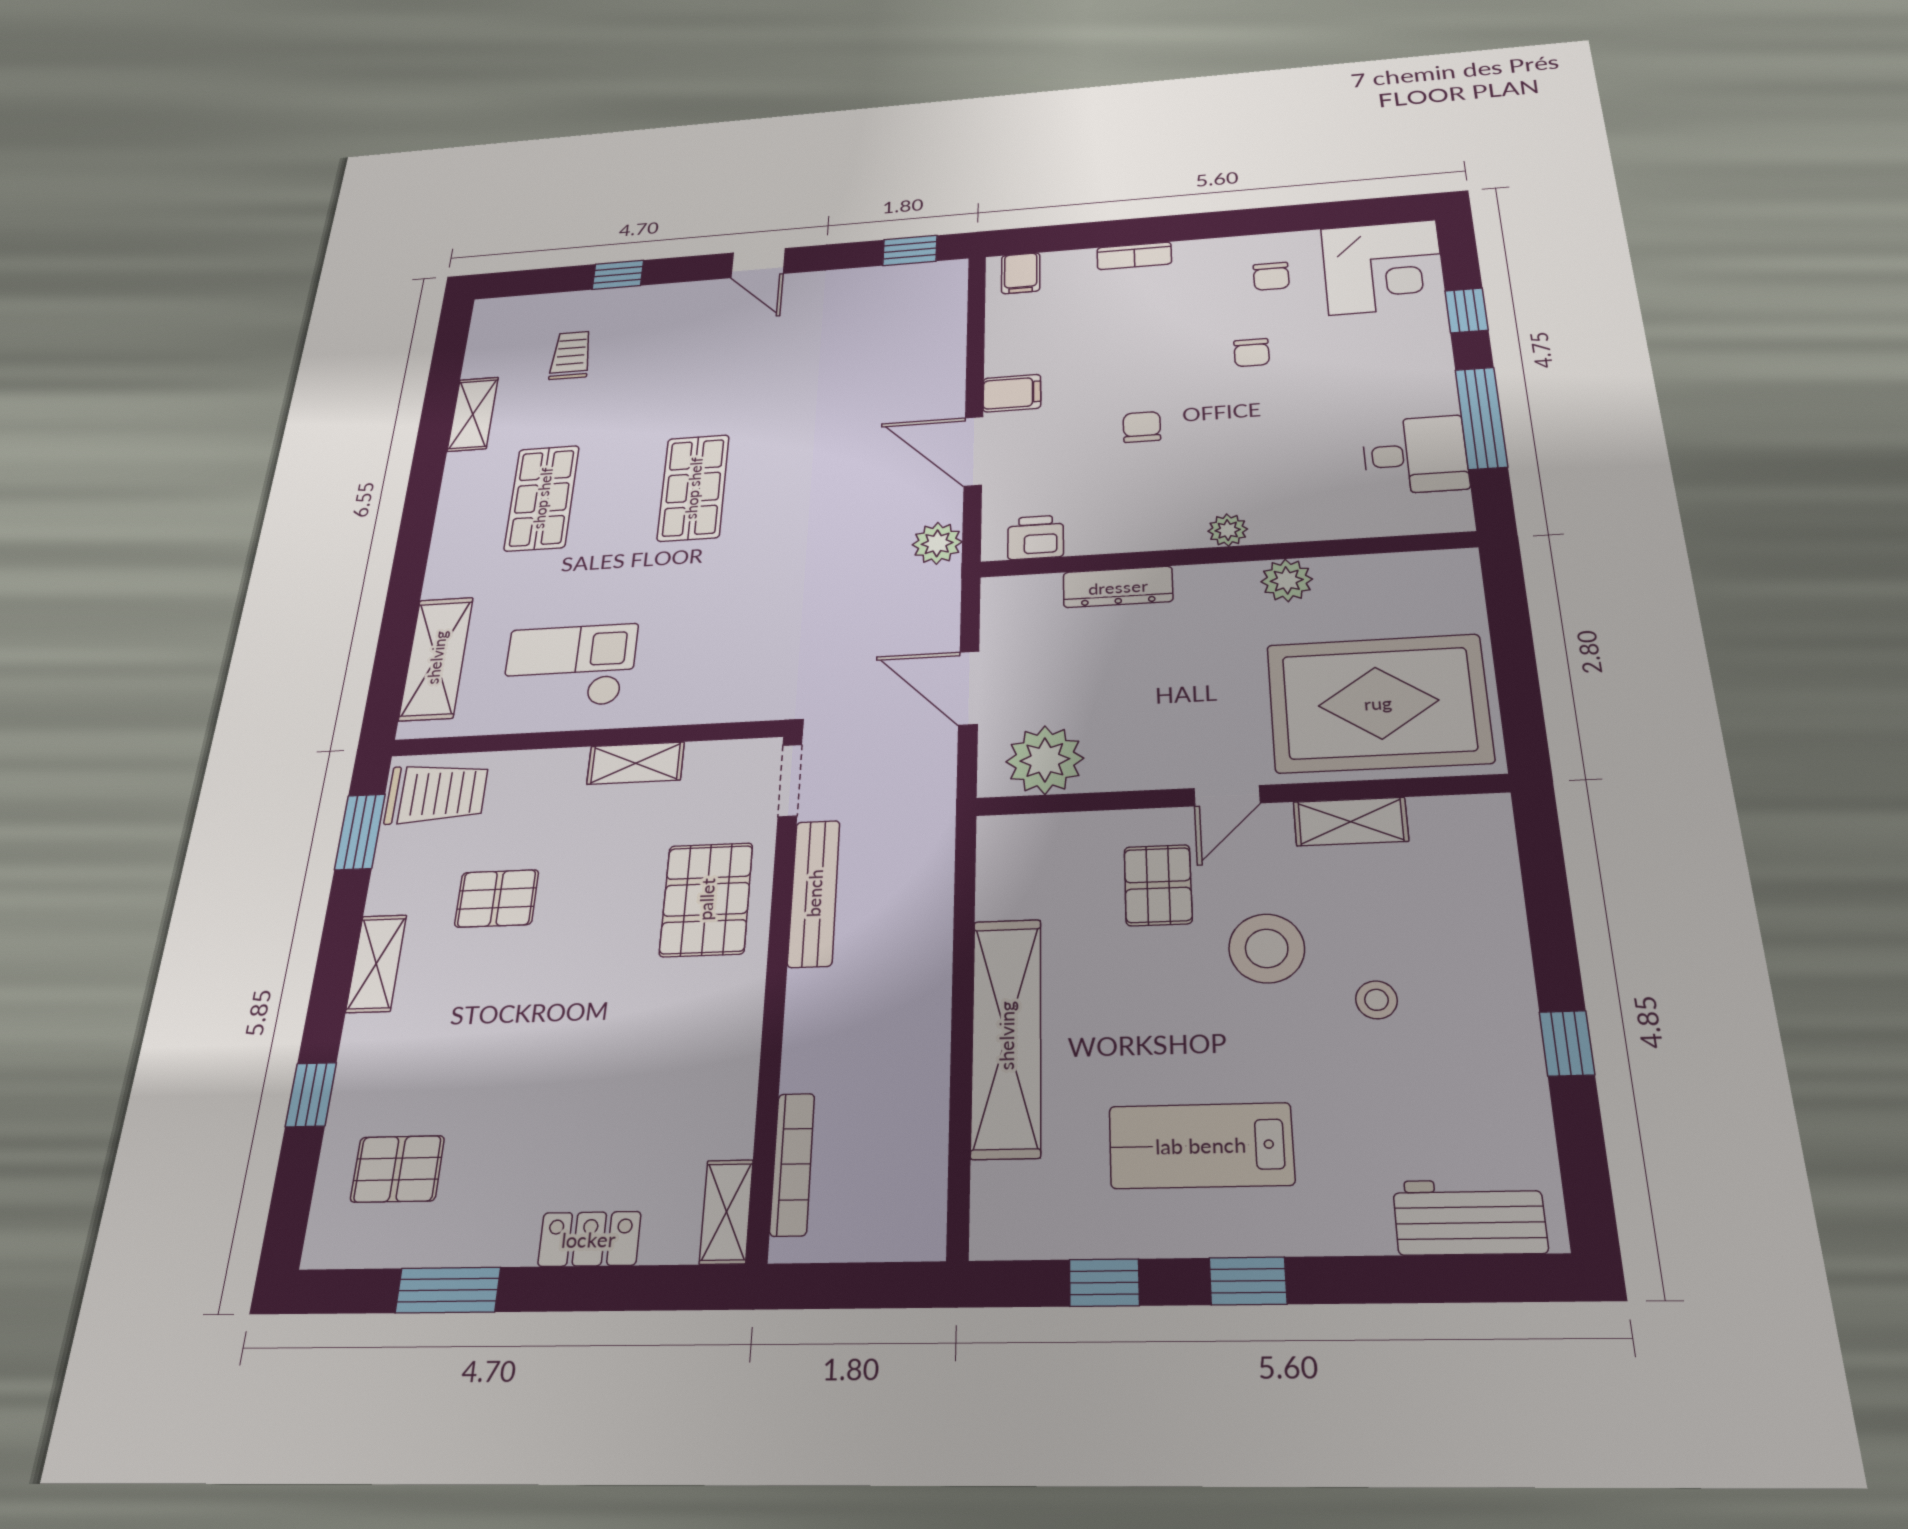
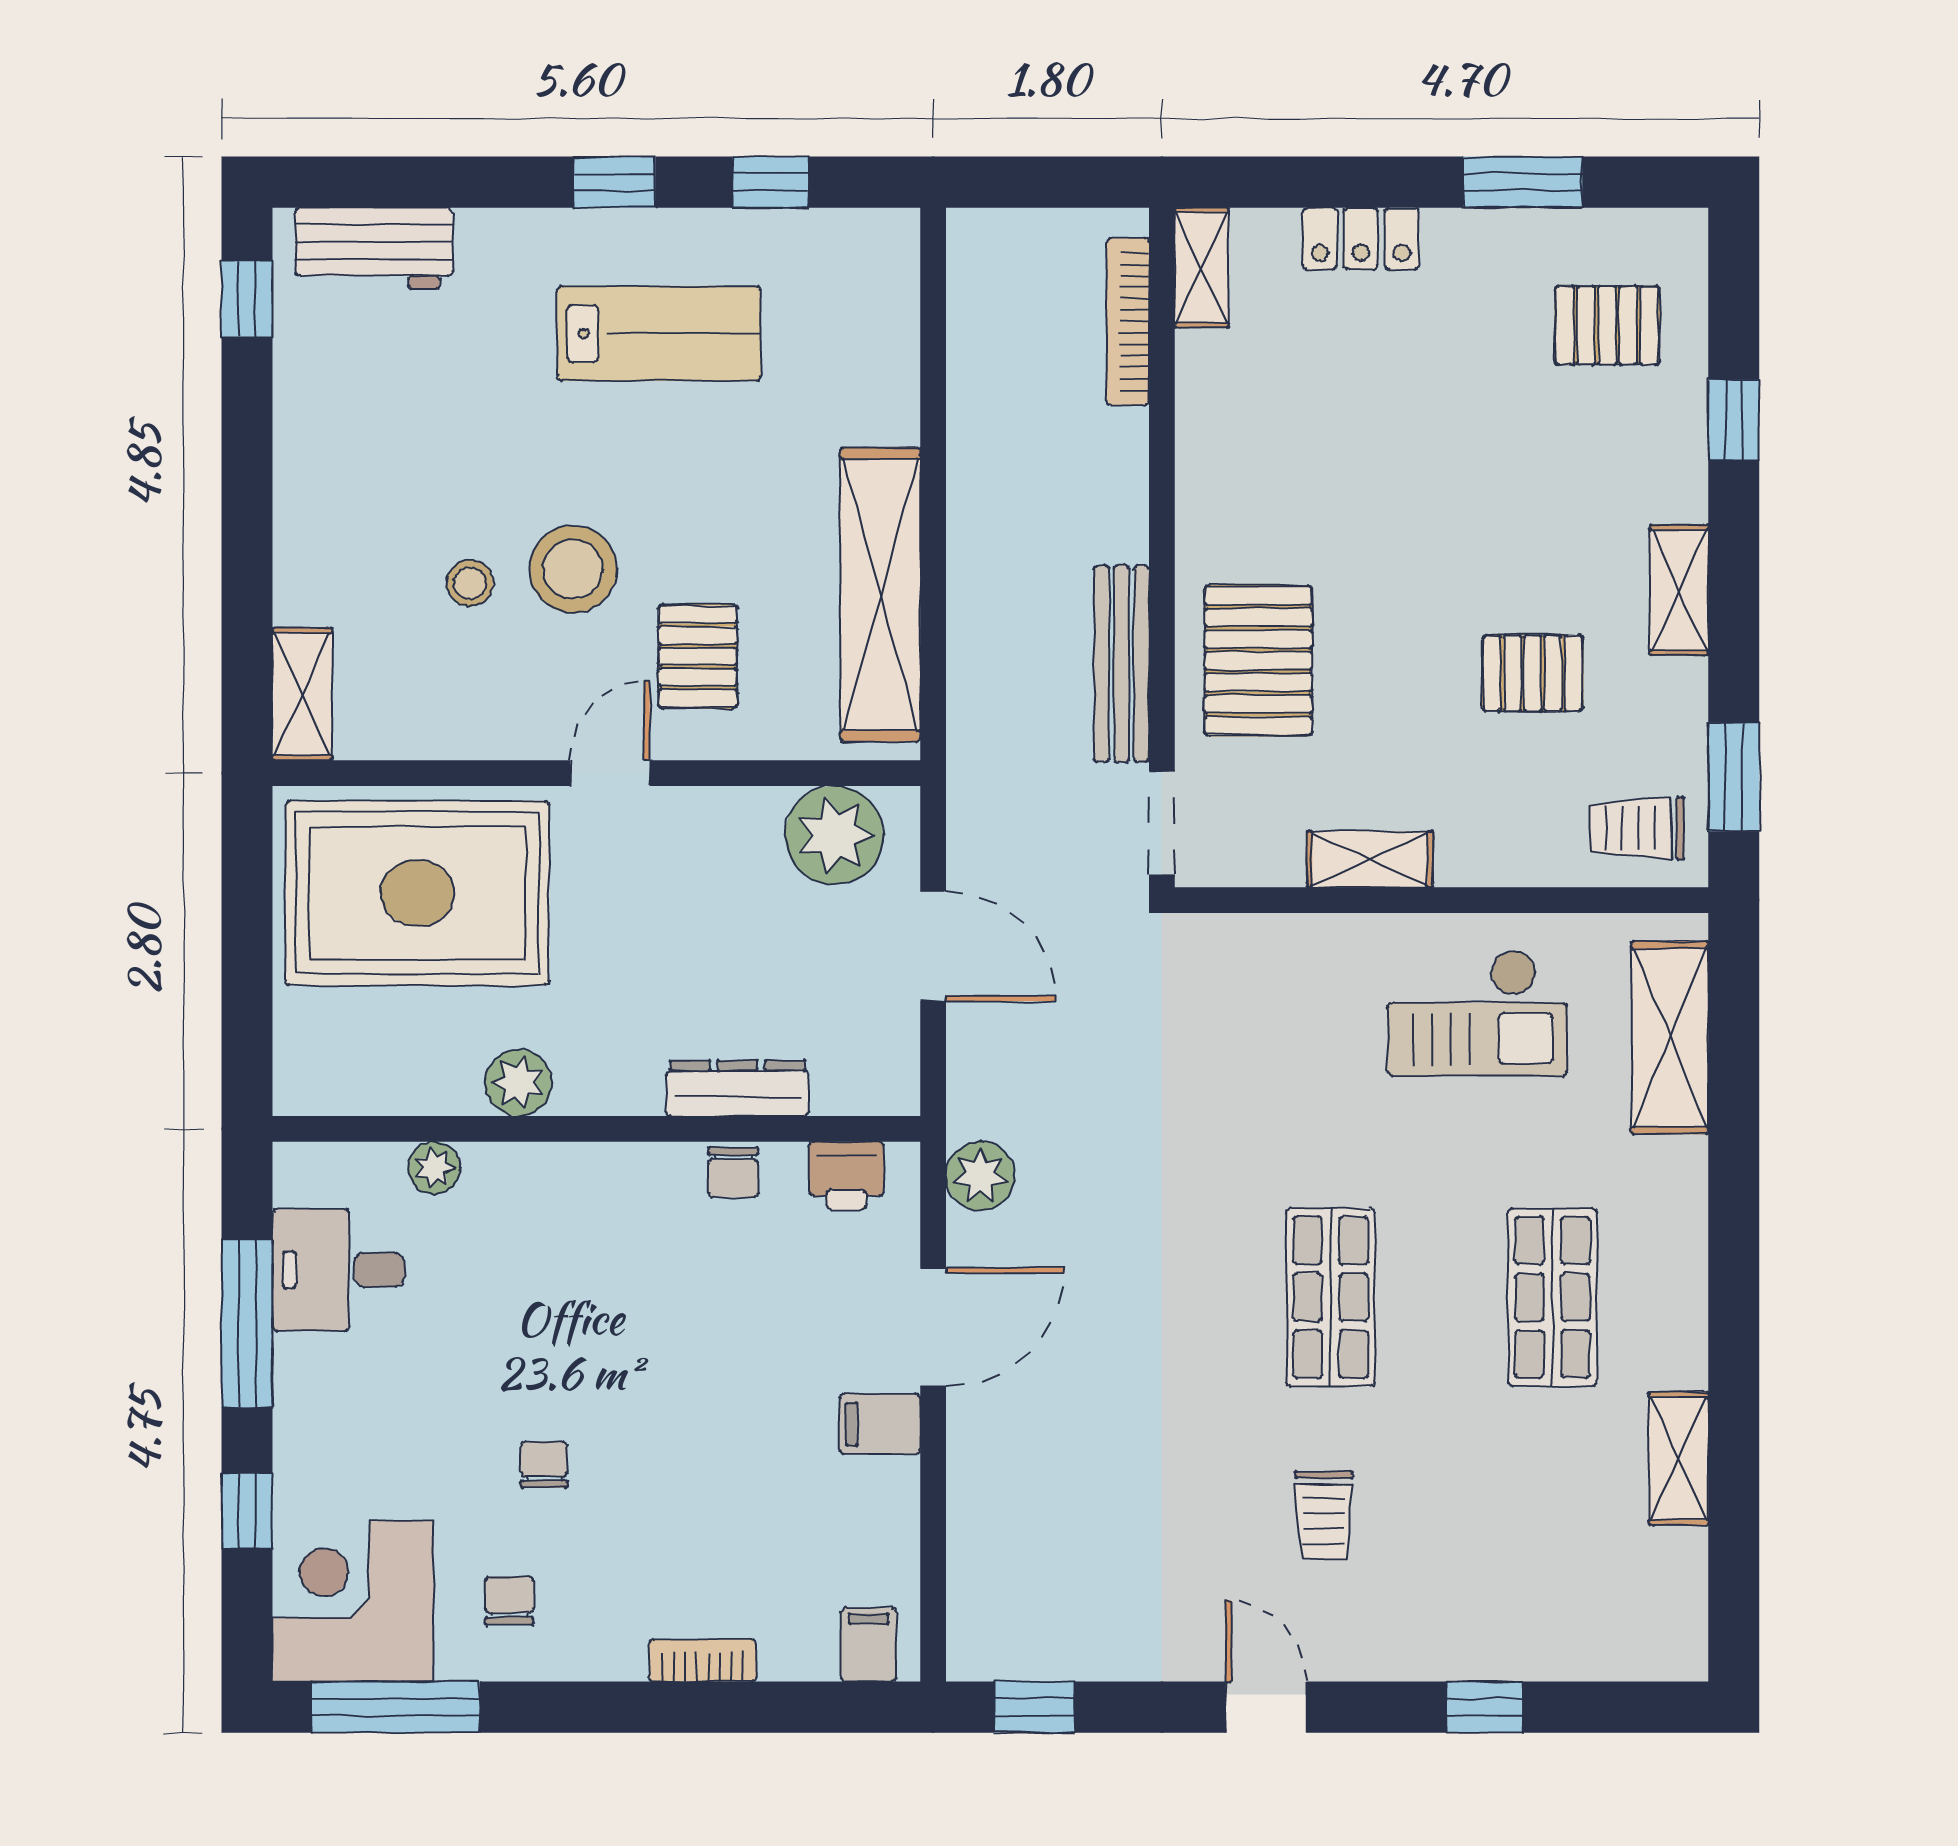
window: (1347, 214) -> (395, 1707), added
trolley: (571, 355) -> (1324, 1515), moved
chair: (1142, 427) -> (733, 1172), moved
door: (973, 451) -> (933, 1327), hinge flipped
plant: (1228, 530) -> (434, 1168), moved
trolley: (436, 793) -> (1637, 828), width x0.73, depth x0.72
shelving: (1351, 822) -> (302, 694), moved, turned 90
stool: (1376, 1000) -> (470, 583), moved
shelving: (1006, 1036) -> (880, 595), moved
window: (1567, 1043) -> (247, 299), moved

